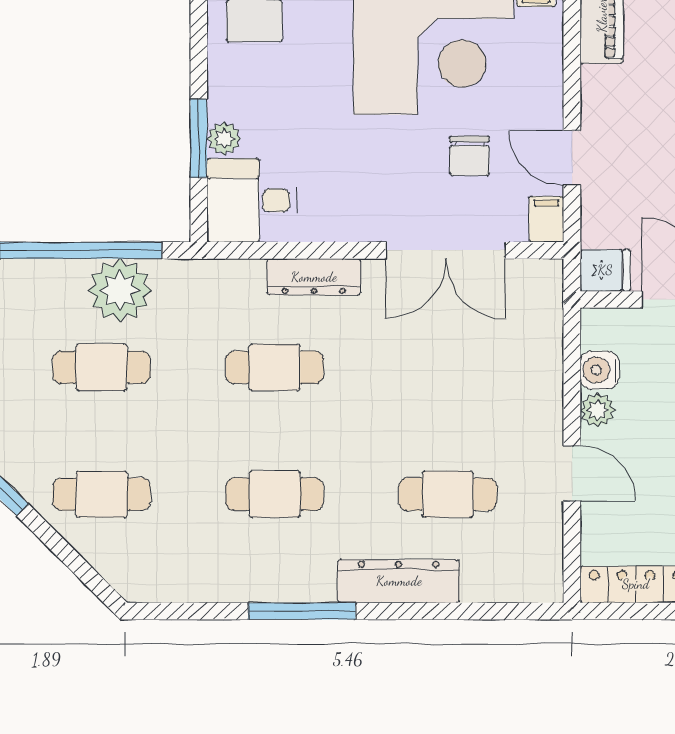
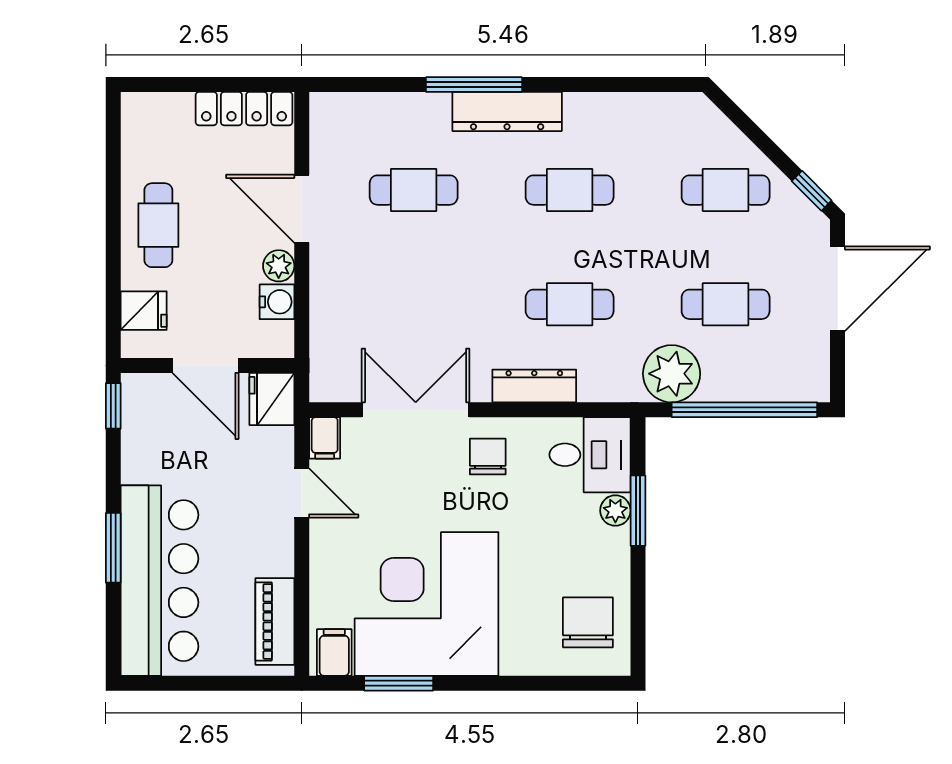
chair: (470, 156) -> (488, 457), moved
fridge: (605, 270) -> (272, 399), width x1.38
plant: (120, 290) -> (672, 374), moved
door: (572, 473) -> (302, 209), width x1.38
dresser: (399, 581) -> (507, 111), moved
window: (302, 611) -> (474, 85), moved

